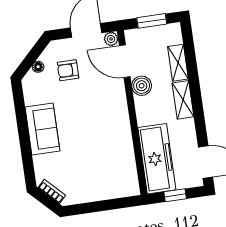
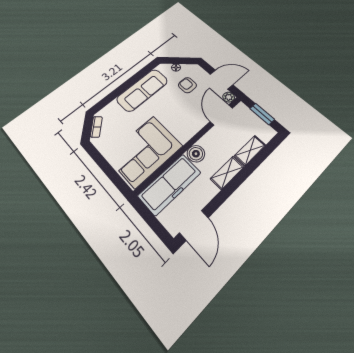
boiler: (142, 86) -> (196, 154), moved
sofa: (42, 129) -> (142, 90), width x1.36
corner sofa: (110, 161) -> (145, 151), added
window: (175, 195) -> (150, 219), removed

